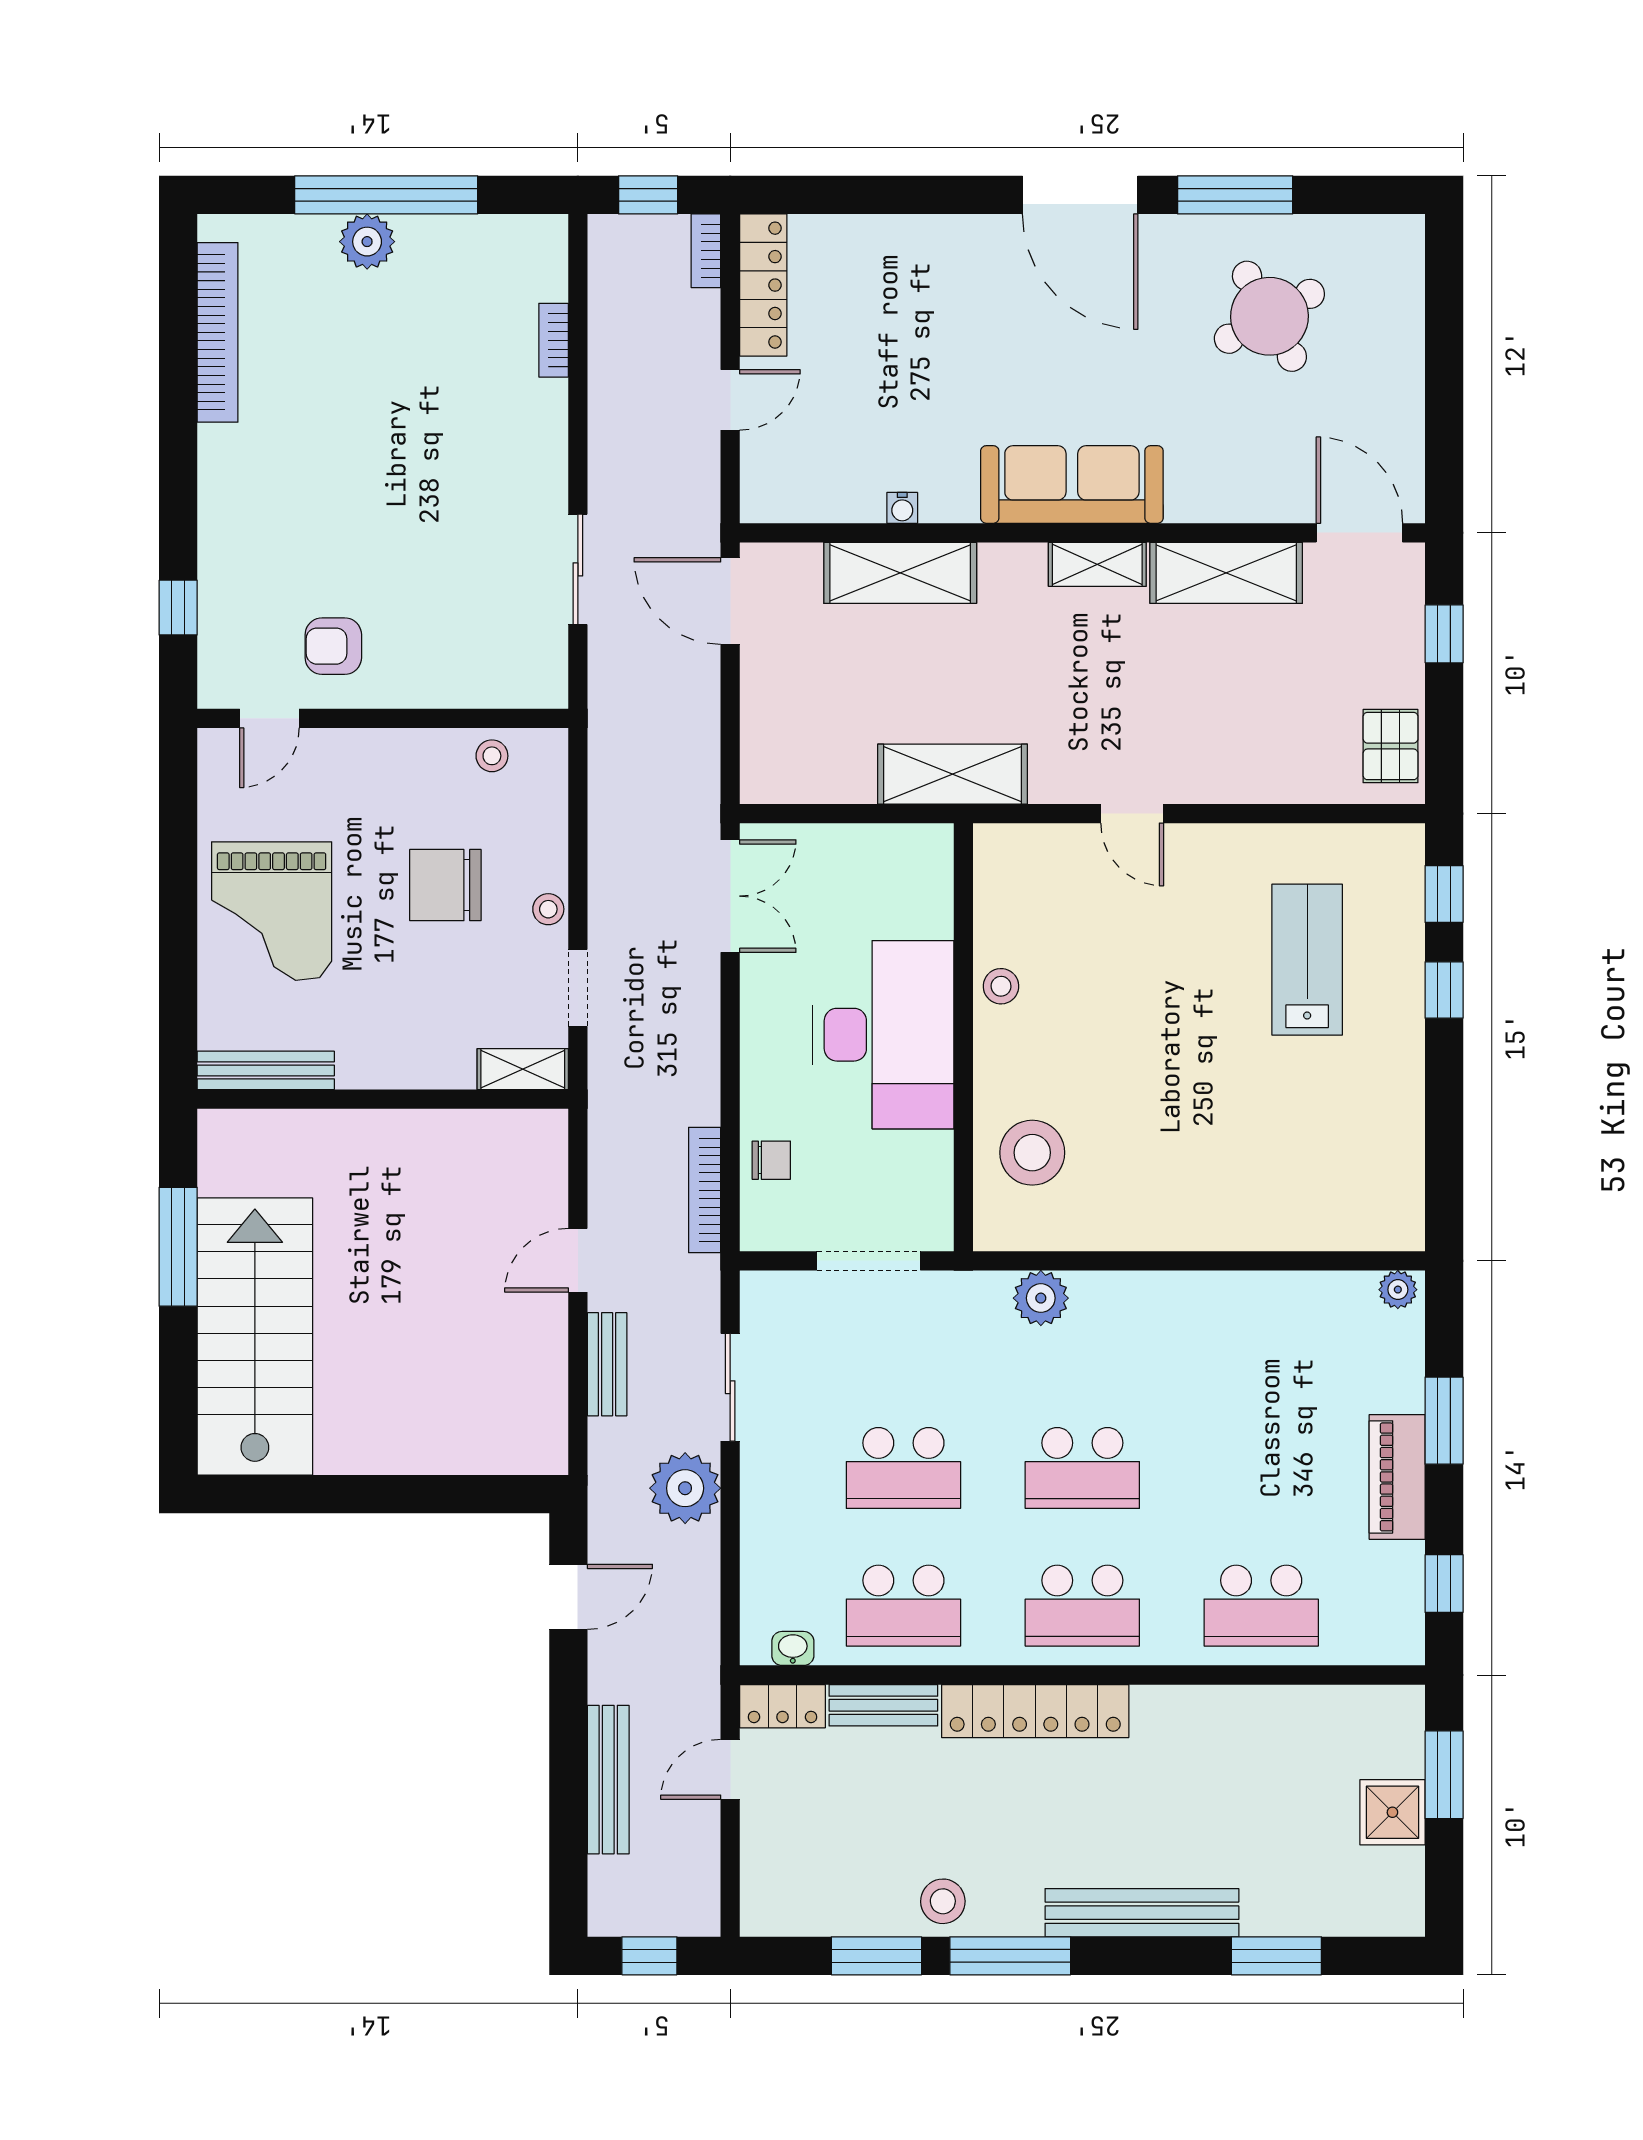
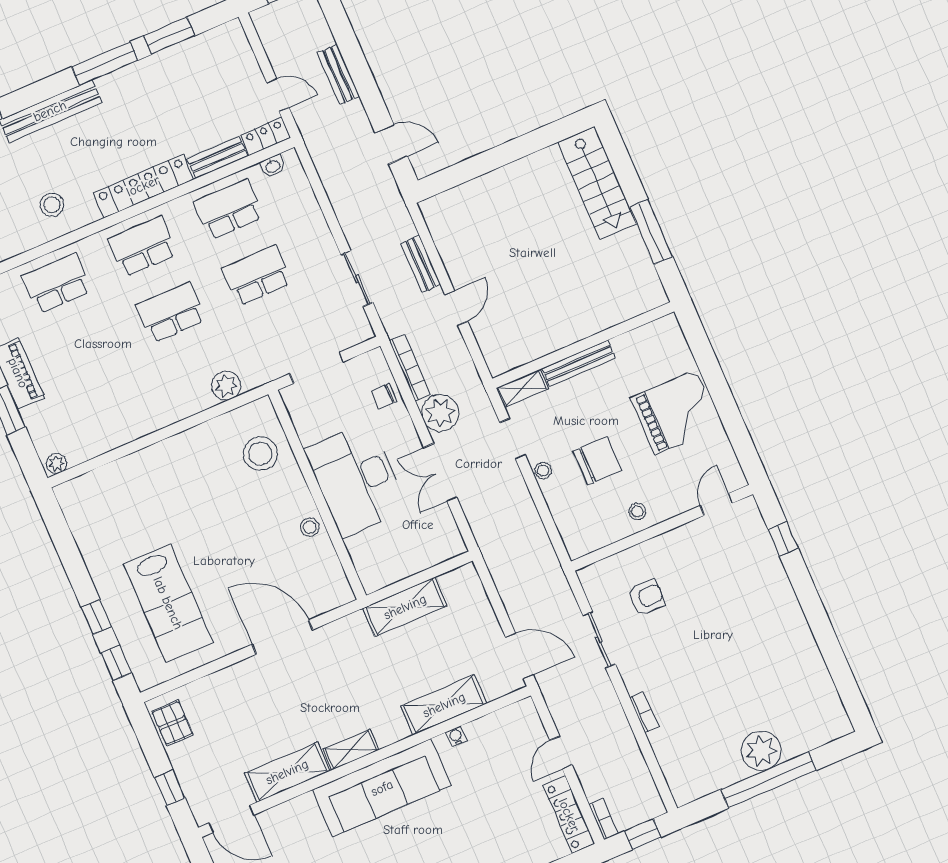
plant: (367, 242) -> (761, 751), width x1.36, depth x1.36
bookcase: (218, 332) -> (821, 679), removed
bookcase: (554, 340) -> (644, 712), moved
sofa: (1072, 484) -> (382, 788), width x1.36, depth x1.27
armchair: (333, 646) -> (647, 597), moved
stool: (492, 756) -> (637, 511), moved
shelving: (953, 774) -> (405, 607), moved
door: (1132, 814) -> (282, 637), width x1.88
double door: (730, 896) -> (440, 472), moved
grand piano: (272, 911) -> (675, 412), turned 90
lab bench: (1307, 960) -> (168, 603), width x1.36, depth x1.39
bench: (266, 1070) -> (579, 363), moved
stairs: (255, 1337) -> (597, 183), width x0.73, depth x0.66
plant: (685, 1488) -> (440, 413), moved
door: (568, 1597) -> (391, 144), swing flipped
door: (730, 1769) -> (278, 95), hinge flipped
bench: (608, 1780) -> (338, 74), width x0.73
stool: (943, 1901) -> (52, 205), moved

